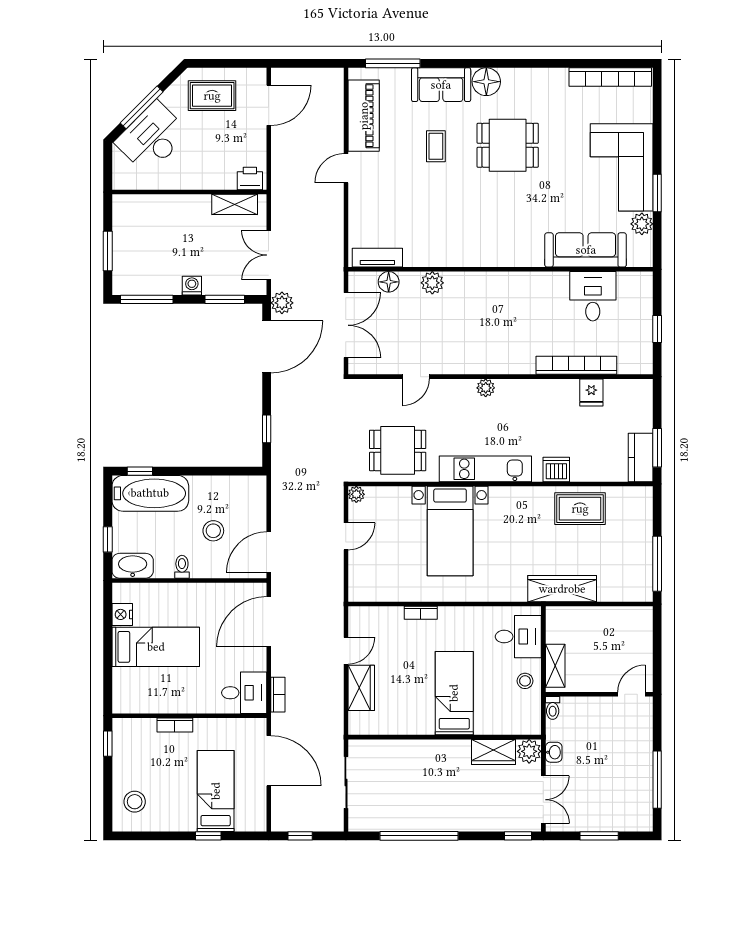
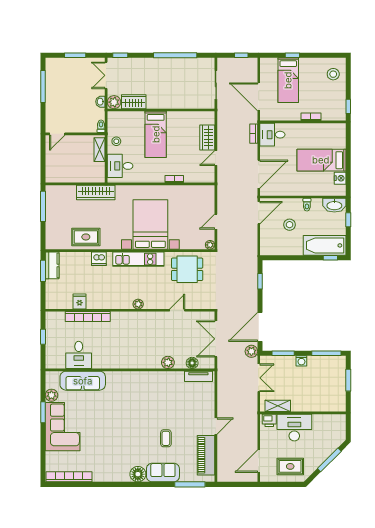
desk: (152, 138) -> (294, 428), moved, turned -135
dining table: (508, 145) -> (126, 439), removed
bed with nightstands: (450, 531) -> (150, 225), width x1.36

